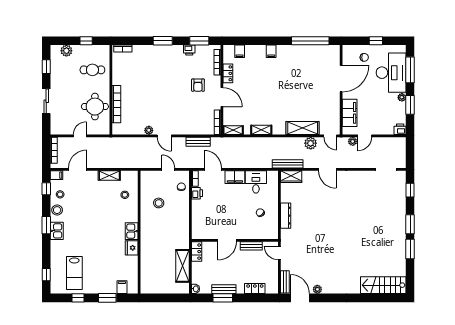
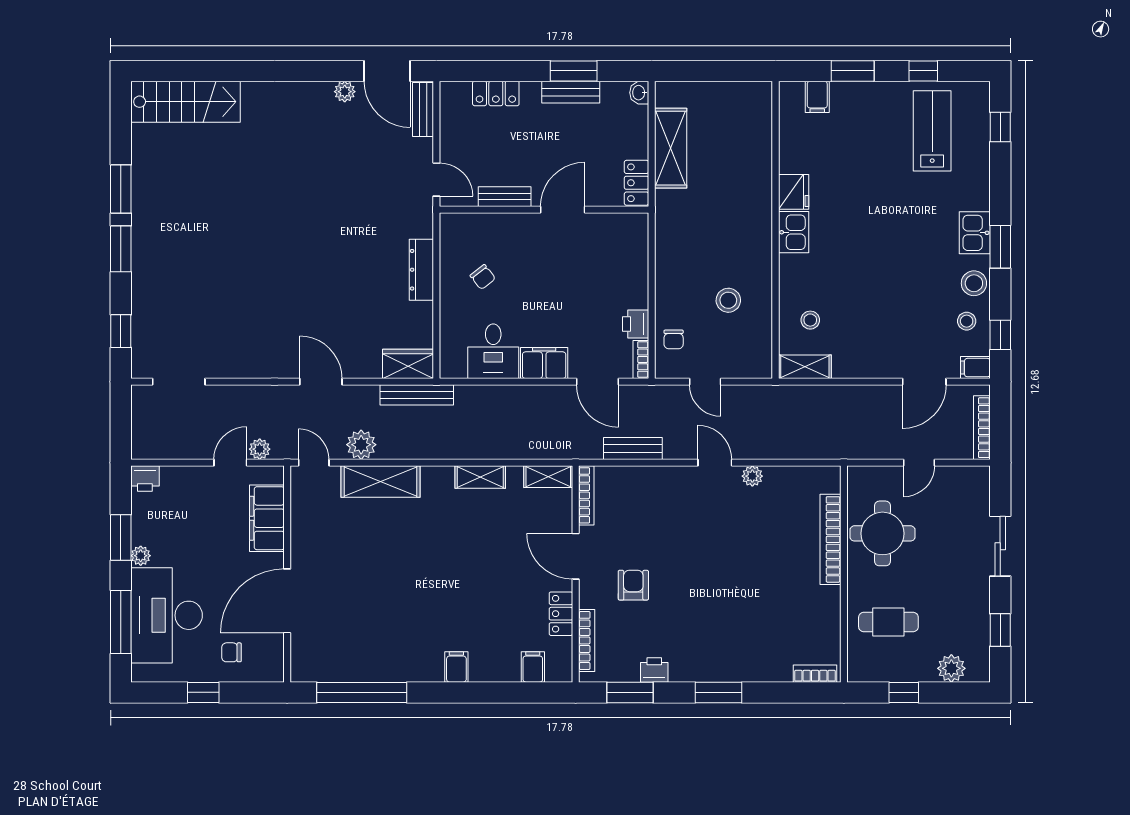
shelving: (109, 175) -> (805, 367), moved

